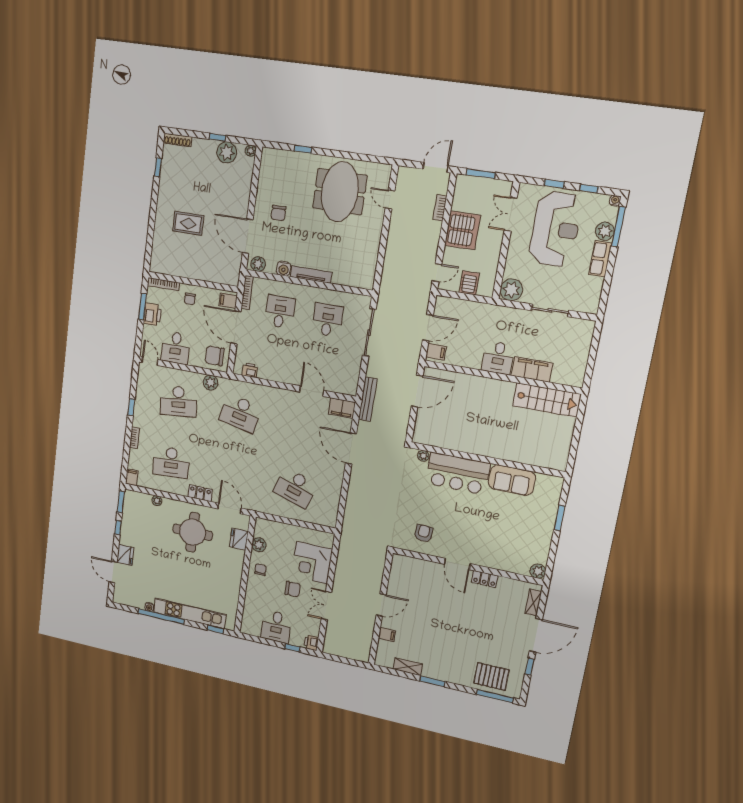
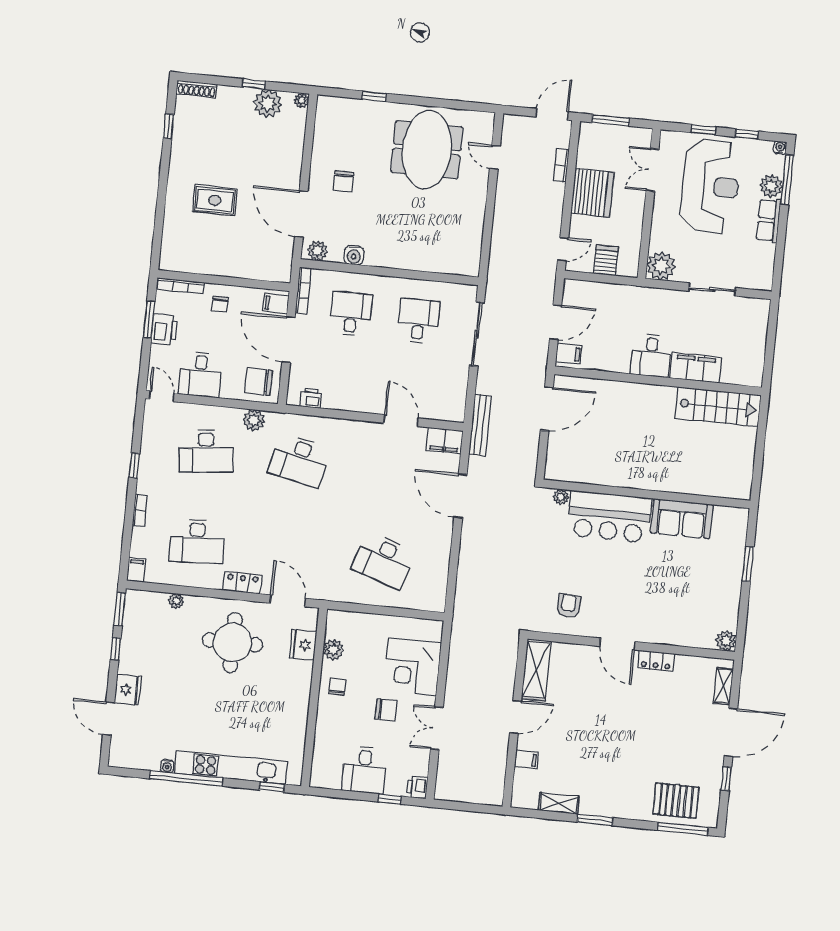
tv unit: (311, 275) -> (393, 261), removed
shelving: (398, 575) -> (536, 670), added

